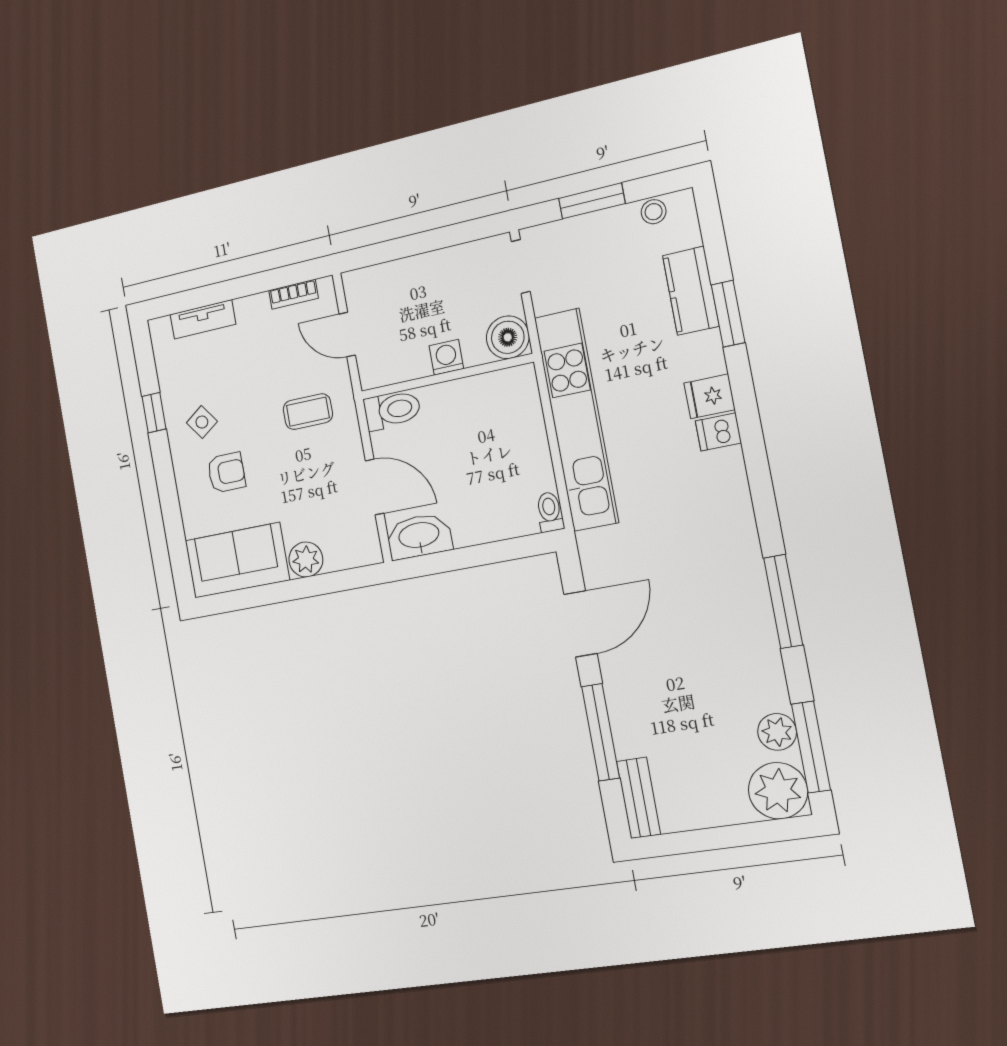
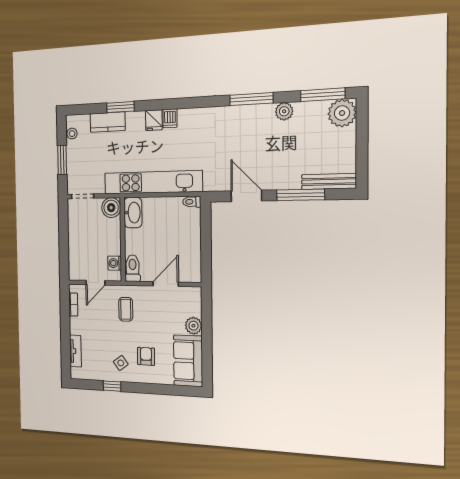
washing machine: (446, 357) -> (115, 263), moved
washbasin: (419, 536) -> (133, 213), moved, turned 180
plant: (777, 732) -> (284, 111), moved
bench: (639, 798) -> (329, 182), width x1.36

